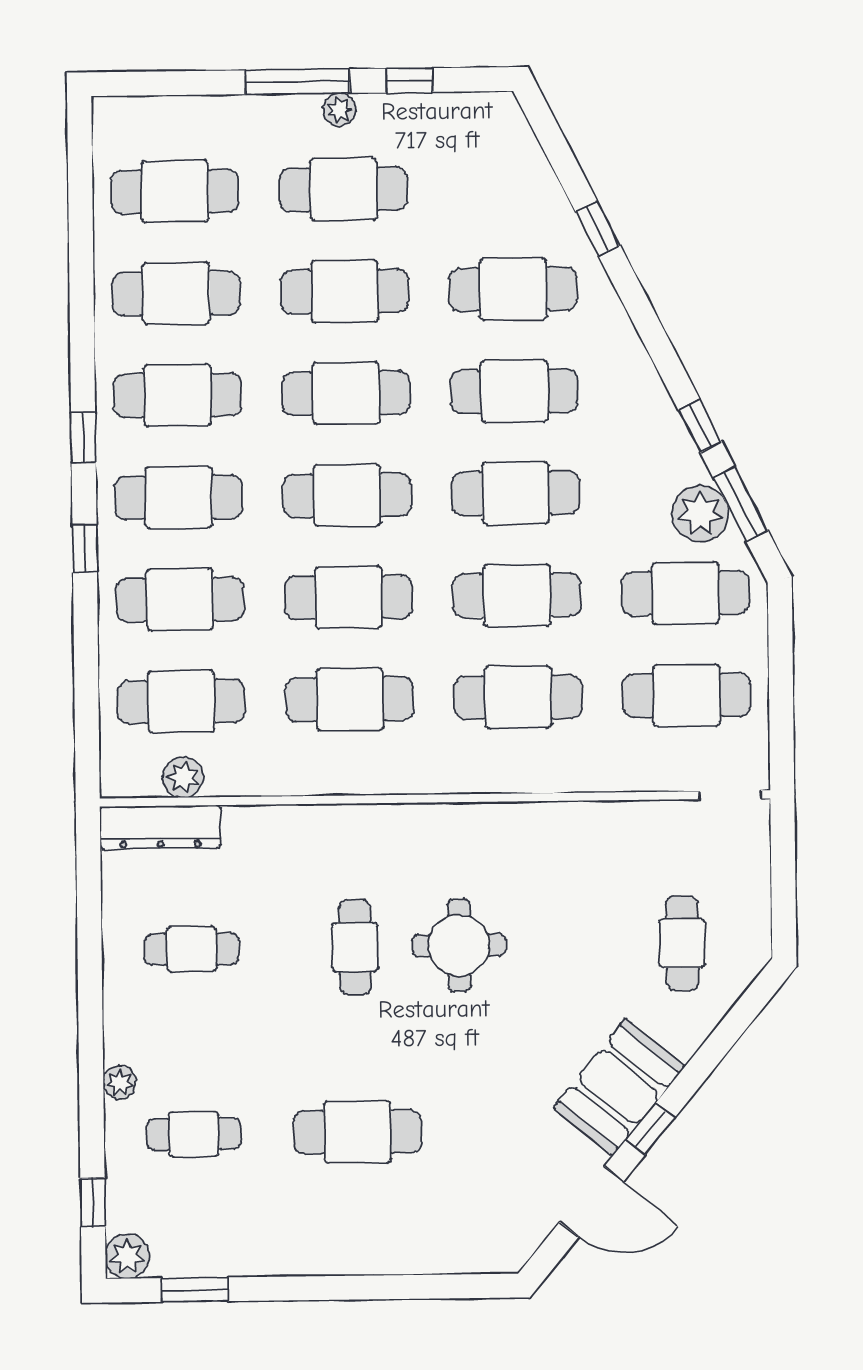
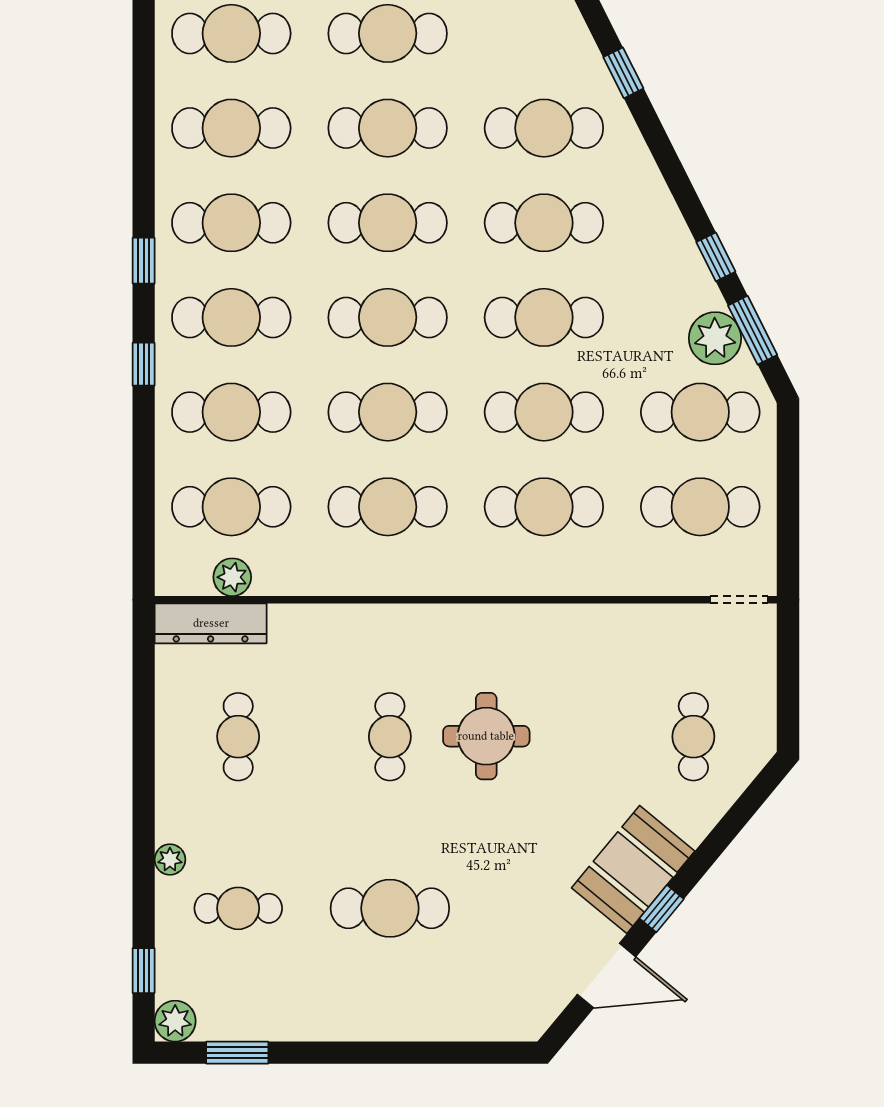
cafe table: (192, 949) -> (238, 737), turned 90

